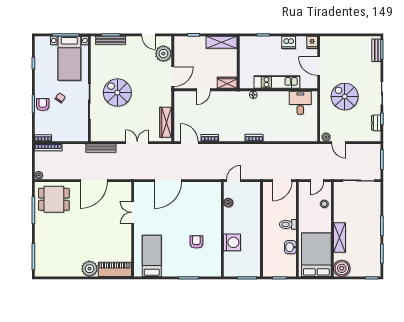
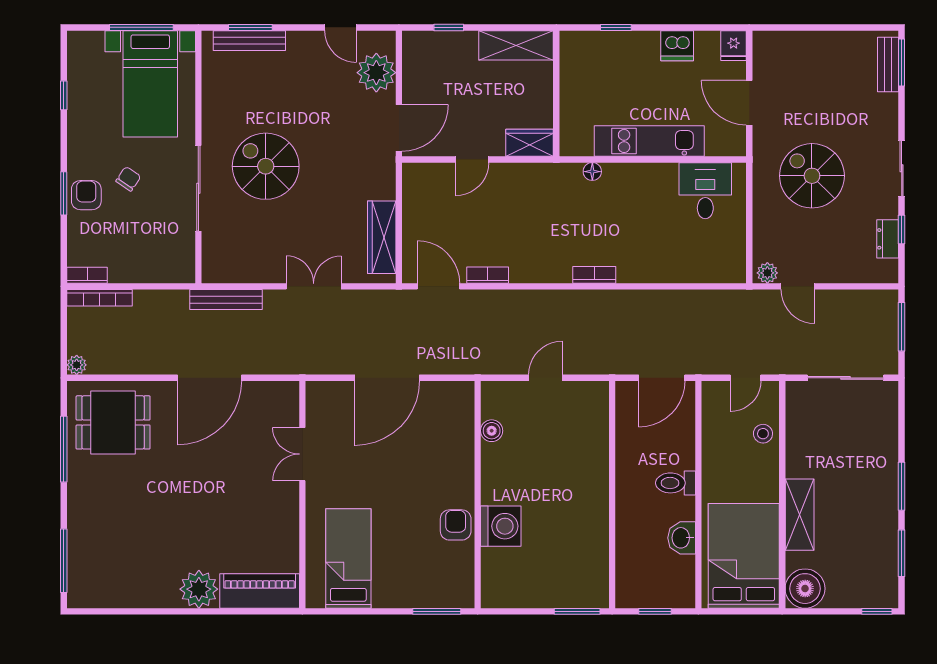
boiler: (228, 203) -> (492, 431), moved
wall: (222, 229) -> (478, 495), moved
washing machine: (232, 242) -> (501, 526), moved

